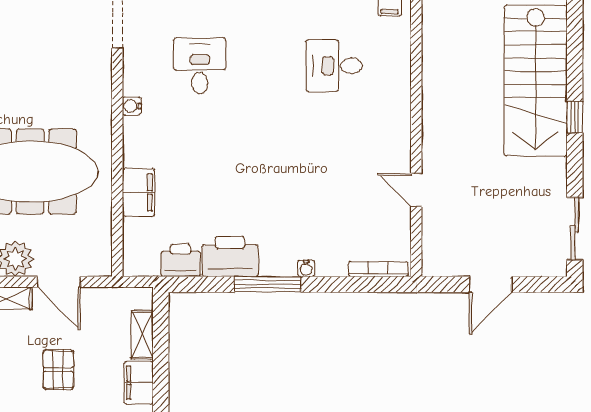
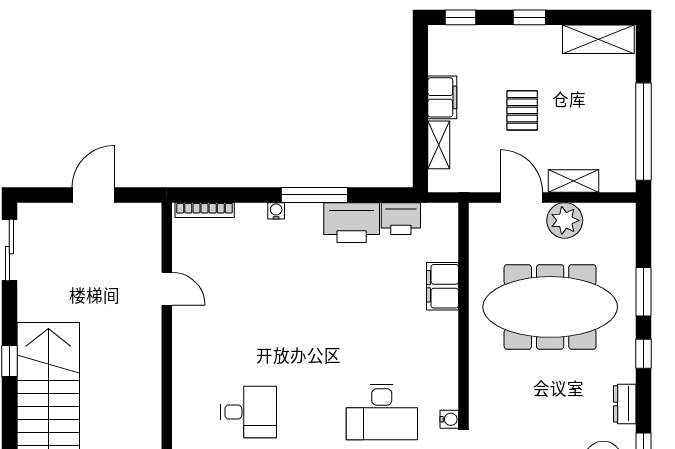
desk: (200, 66) -> (382, 412), width x1.37
water cooler: (132, 106) -> (449, 419), moved

